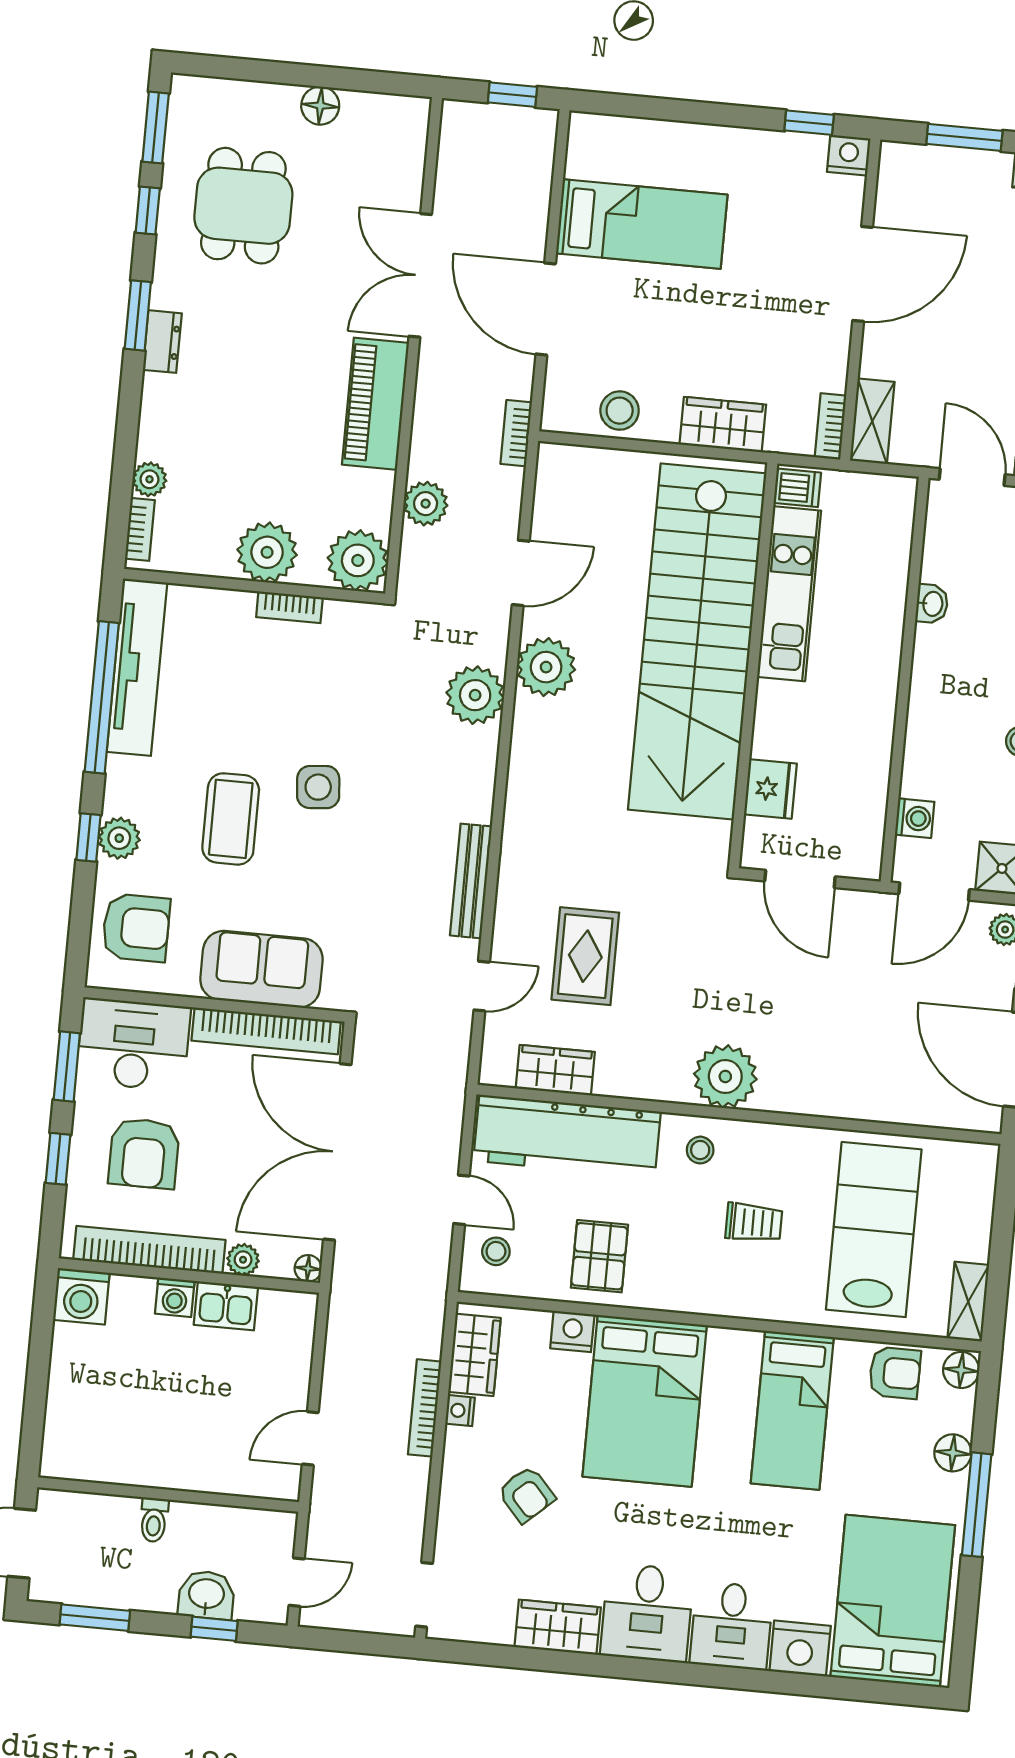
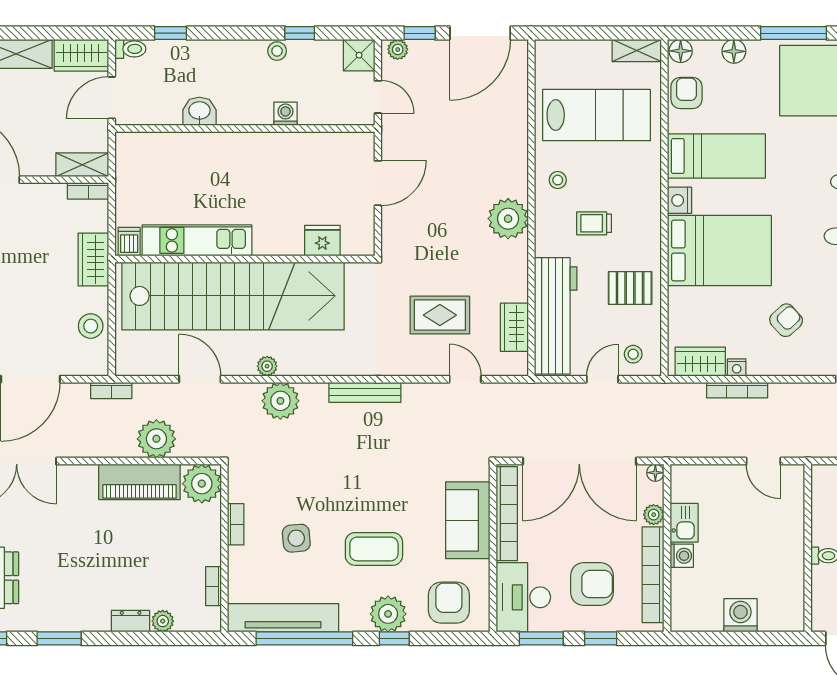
dresser: (162, 342) -> (131, 621), moved
piano: (375, 404) -> (139, 482), moved
dishwasher: (797, 488) -> (129, 242), moved
plant: (426, 504) -> (156, 439), width x1.36, depth x1.36
bookcase: (140, 529) -> (213, 586), moved, turned -90
plant: (267, 552) -> (202, 542), removed
kitchen unit: (789, 594) -> (197, 240), moved
washbasin: (932, 604) -> (199, 111), width x1.38, depth x1.45
stairs: (697, 641) -> (233, 296), moved
wall: (753, 665) -> (245, 259), moved
plant: (546, 667) -> (267, 366), width x0.53, depth x0.53
side table: (318, 787) -> (296, 538), moved
fridge: (770, 789) -> (322, 241), moved
washing machine: (915, 818) -> (285, 114), moved
plant: (119, 838) -> (388, 614), width x1.36, depth x1.36
bench: (471, 881) -> (365, 392), moved
door: (934, 892) -> (378, 97), width x0.73
stool: (700, 1150) -> (558, 180), moved
trolley: (754, 1223) -> (594, 223), moved, turned -90
lab bench: (874, 1230) -> (597, 115), turned 180
washing machine: (81, 1296) -> (740, 615), moved, turned -90
nightstand: (572, 1331) -> (680, 200), moved
window: (977, 1505) -> (794, 33), moved

